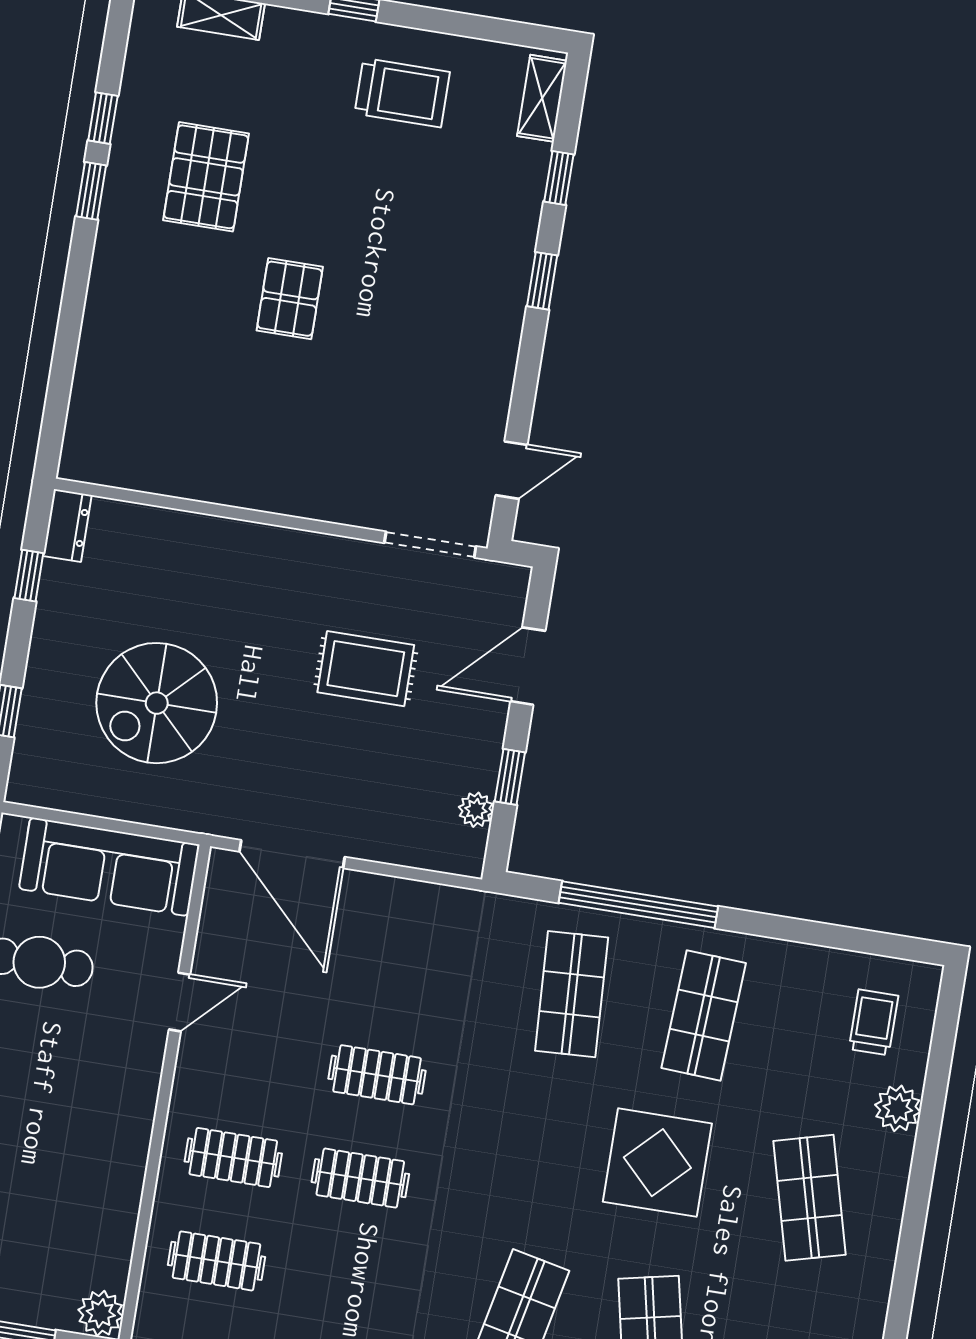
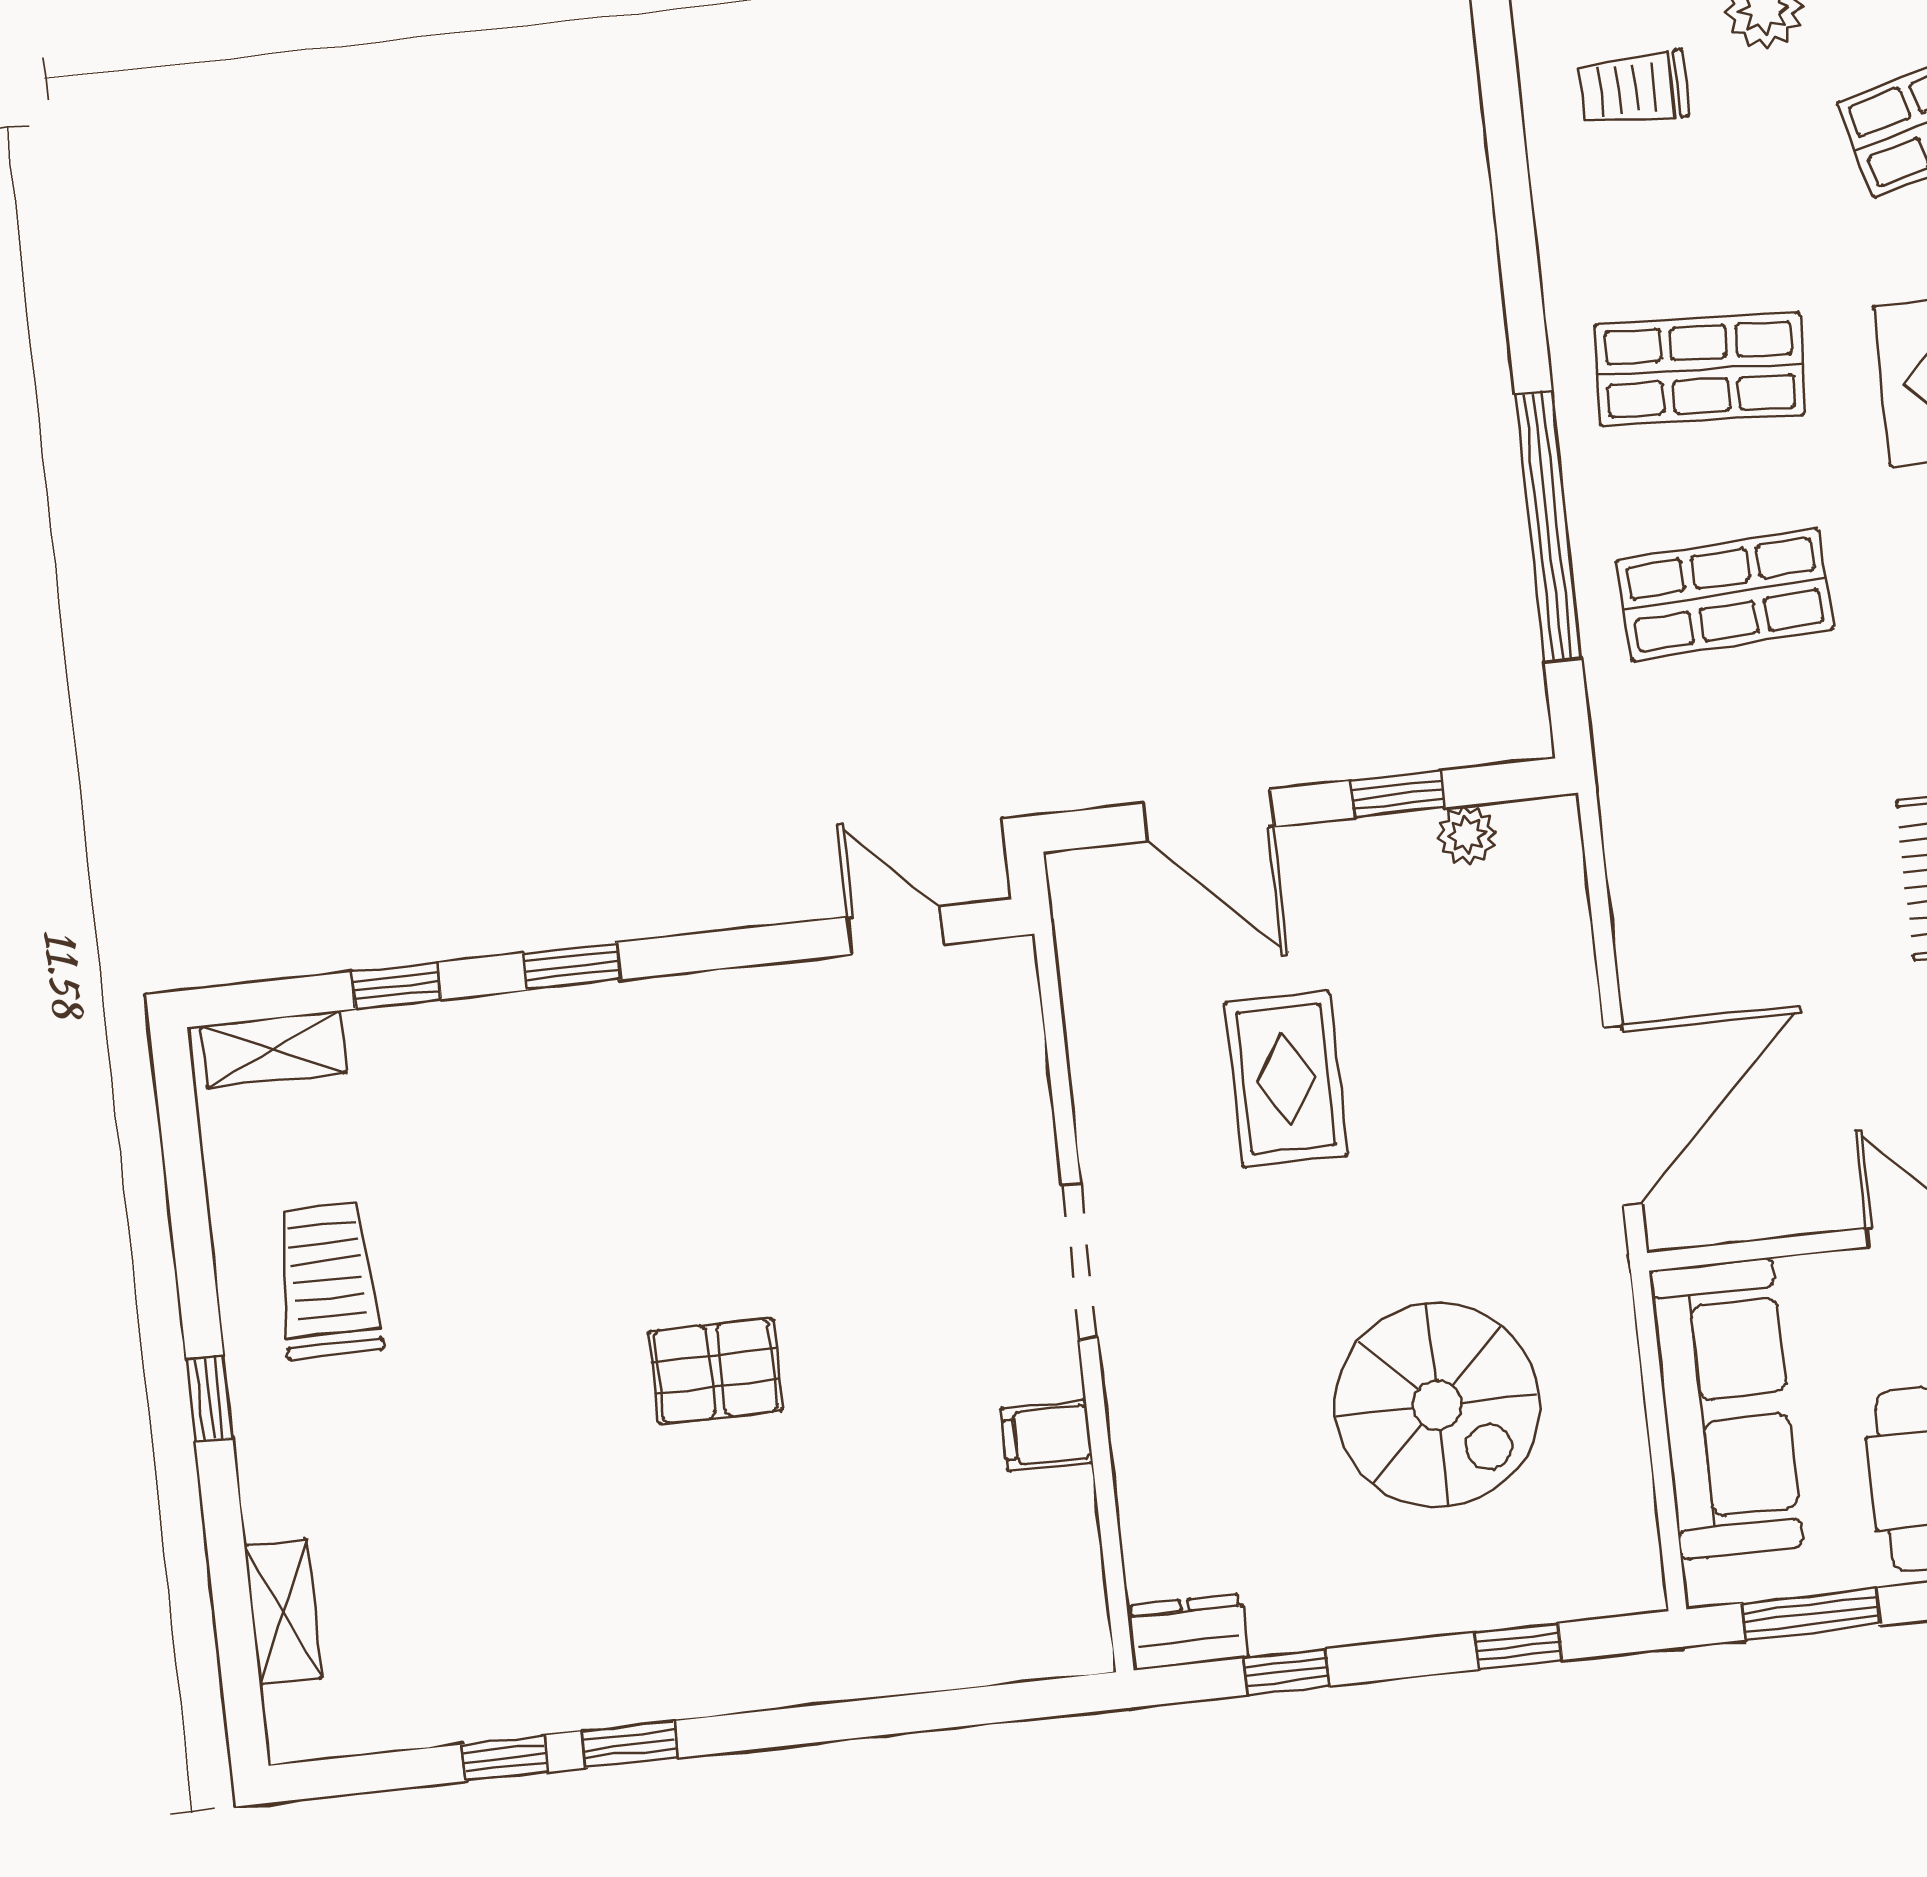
pallet: (206, 177) -> (554, 1563), removed
filing cabinet: (201, 477) -> (1047, 1436), added
doorway: (430, 545) -> (1080, 1261), moved

